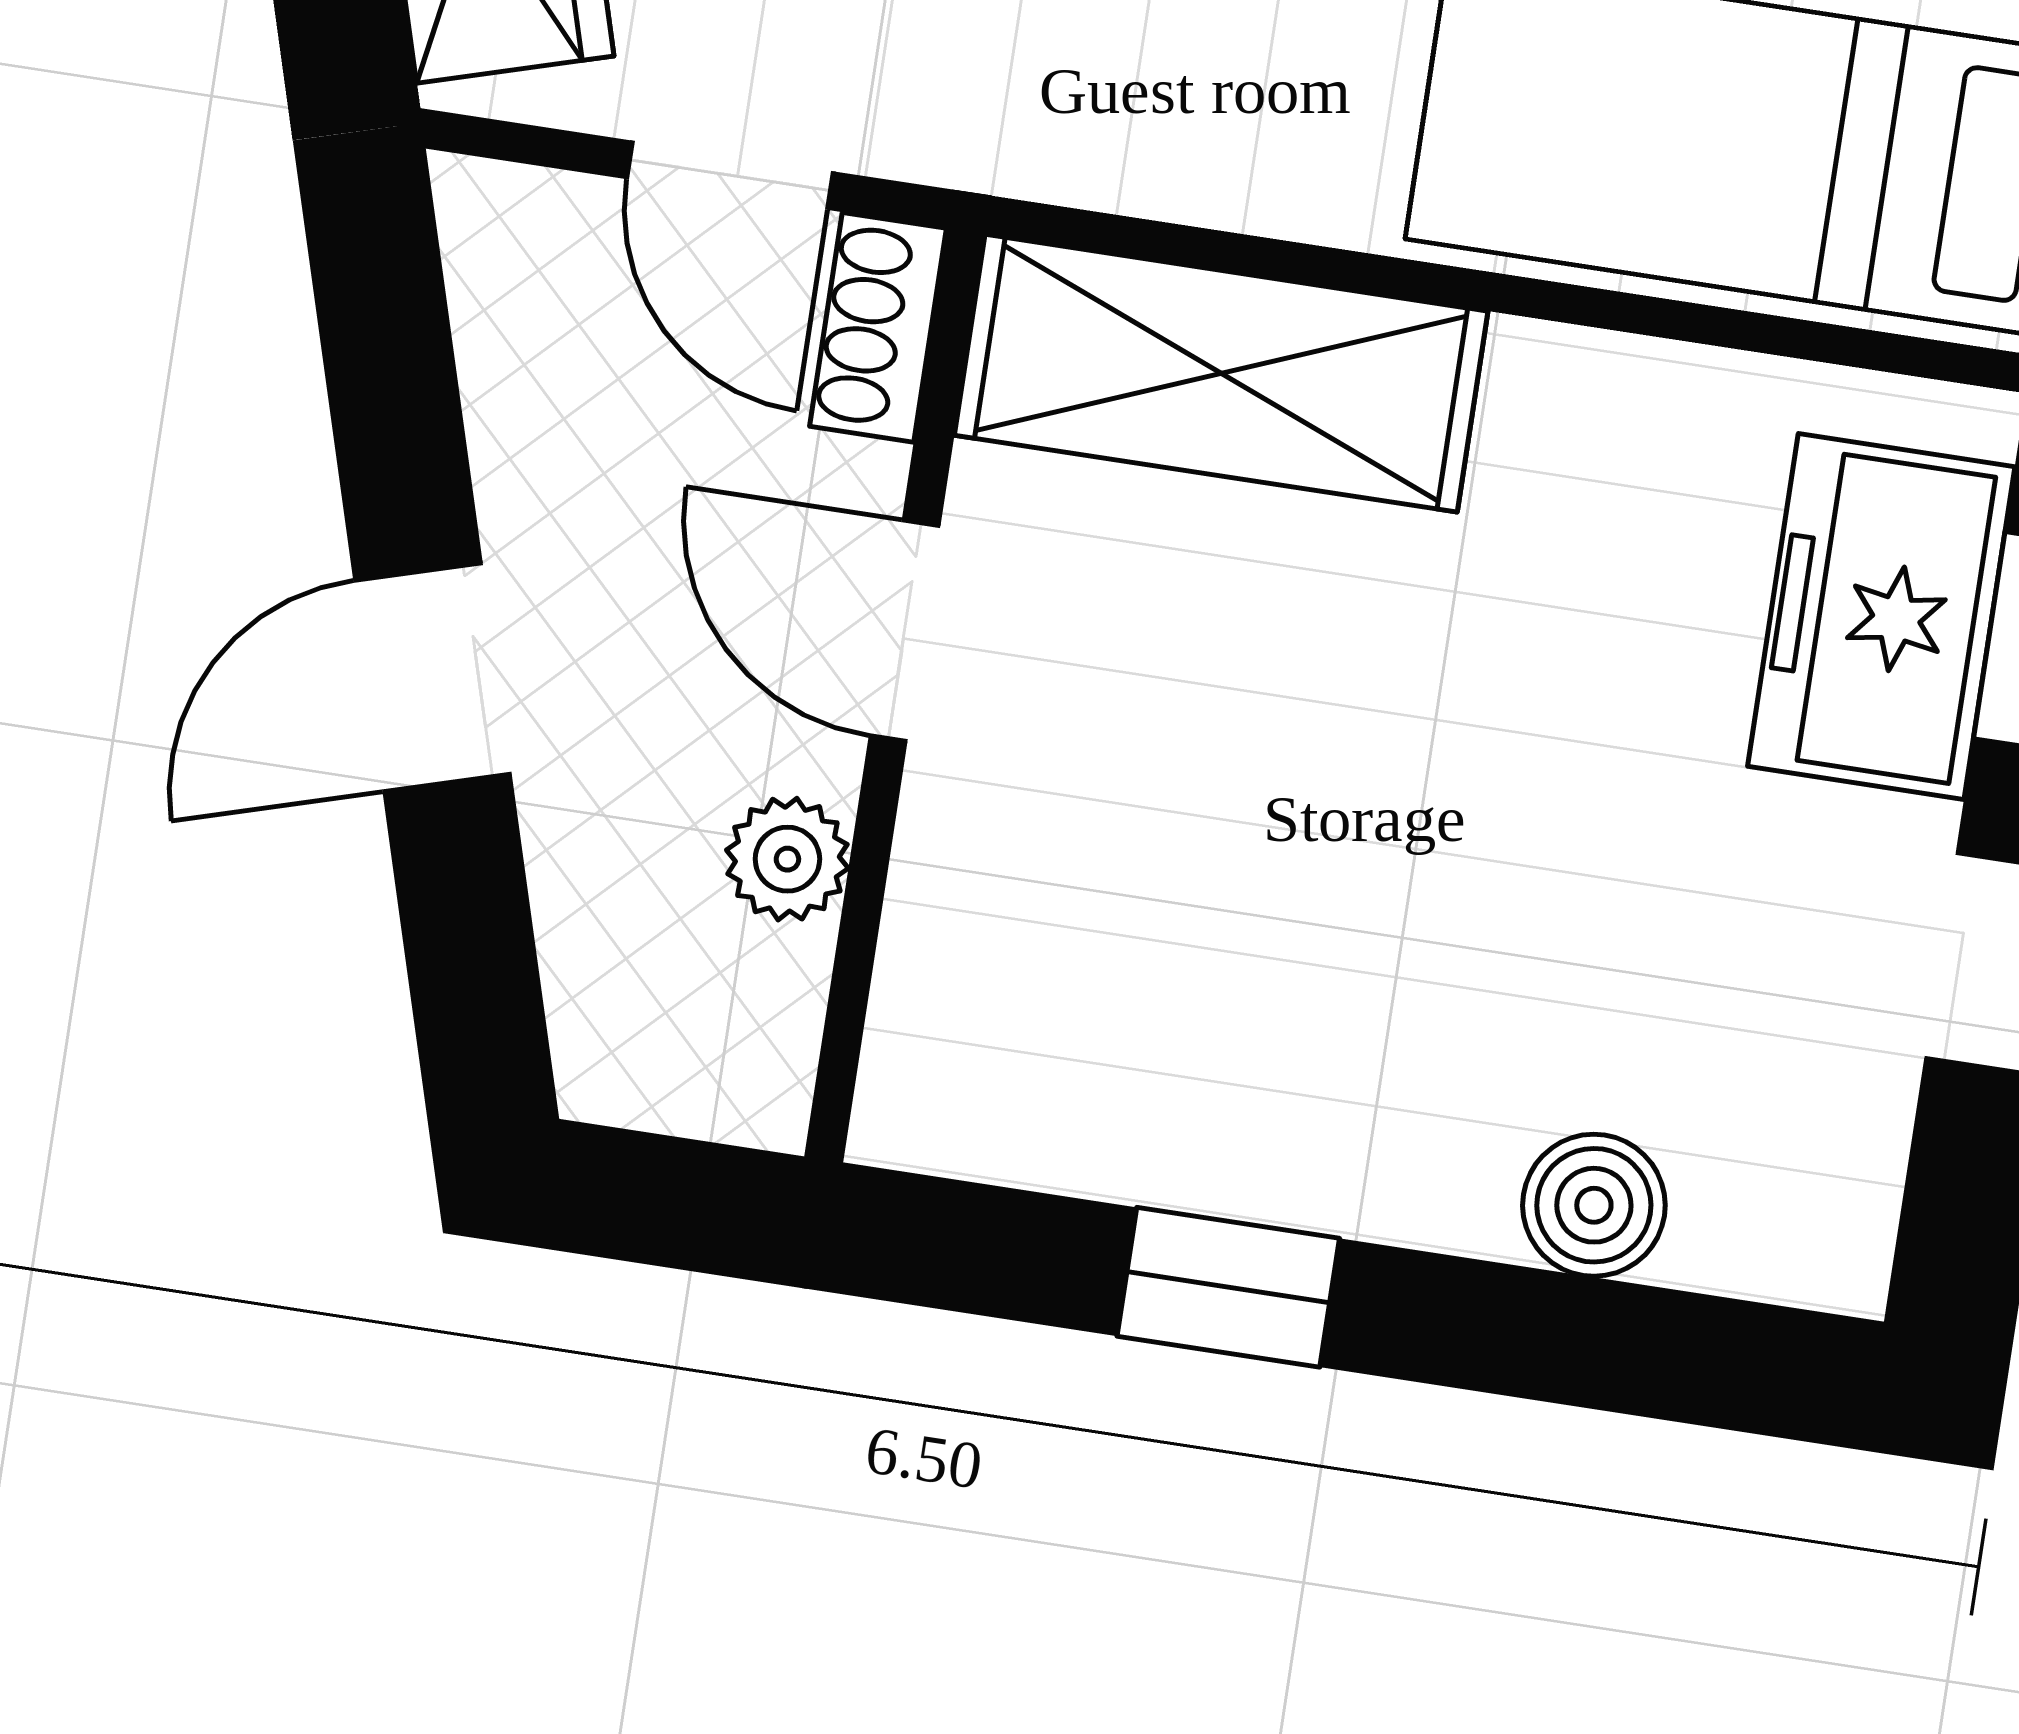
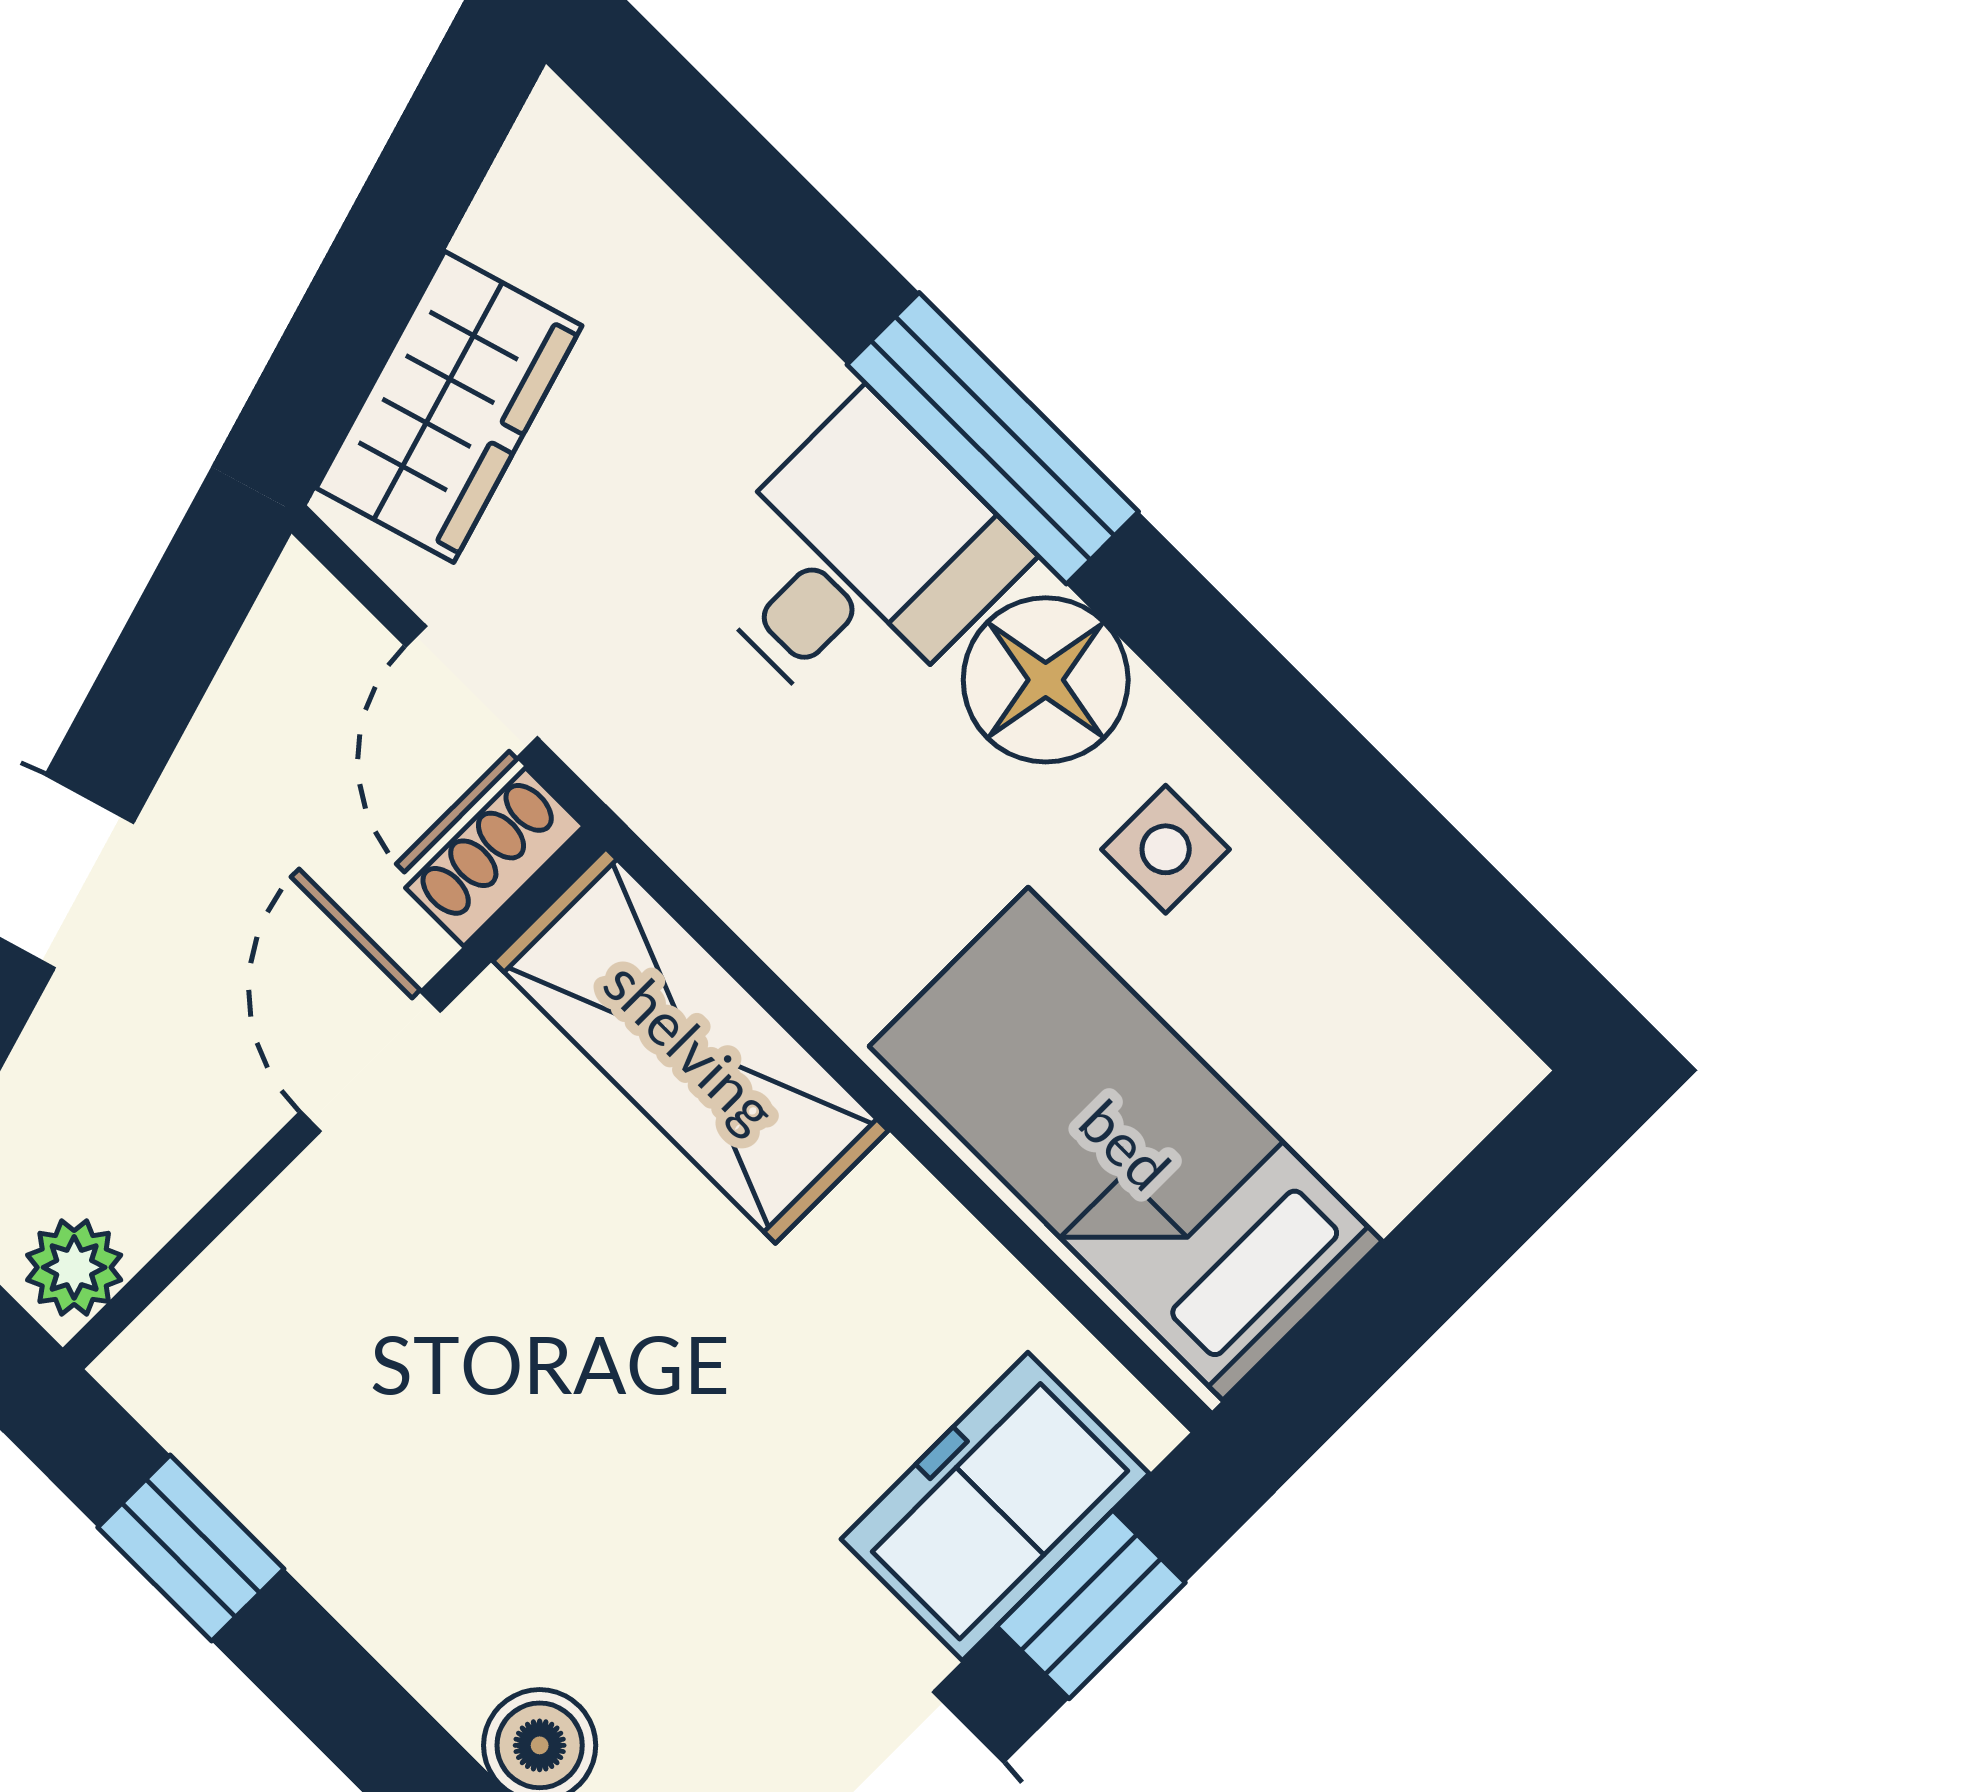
plant: (787, 859) -> (74, 1267), moved
window: (1228, 1287) -> (191, 1548), moved

